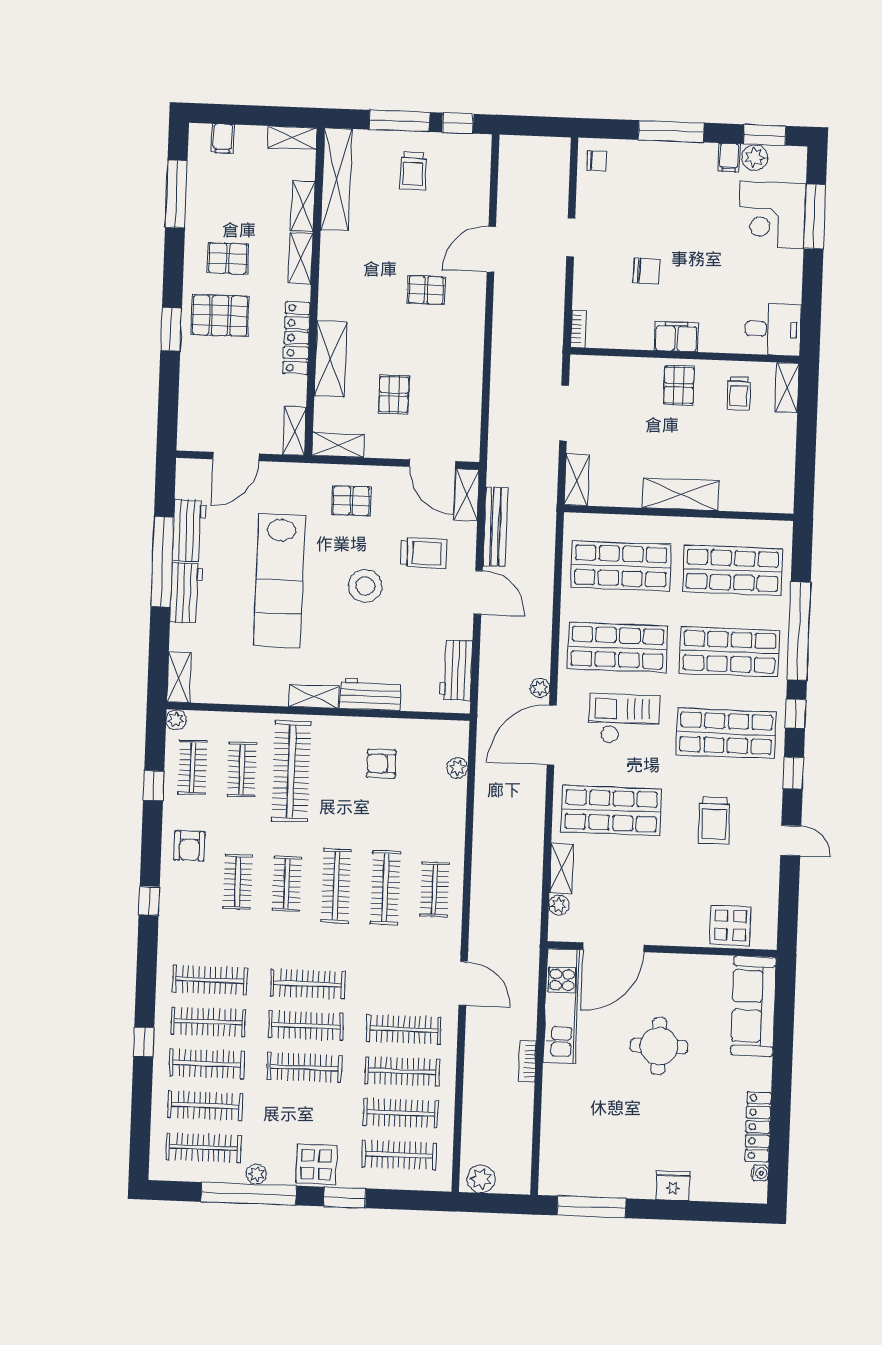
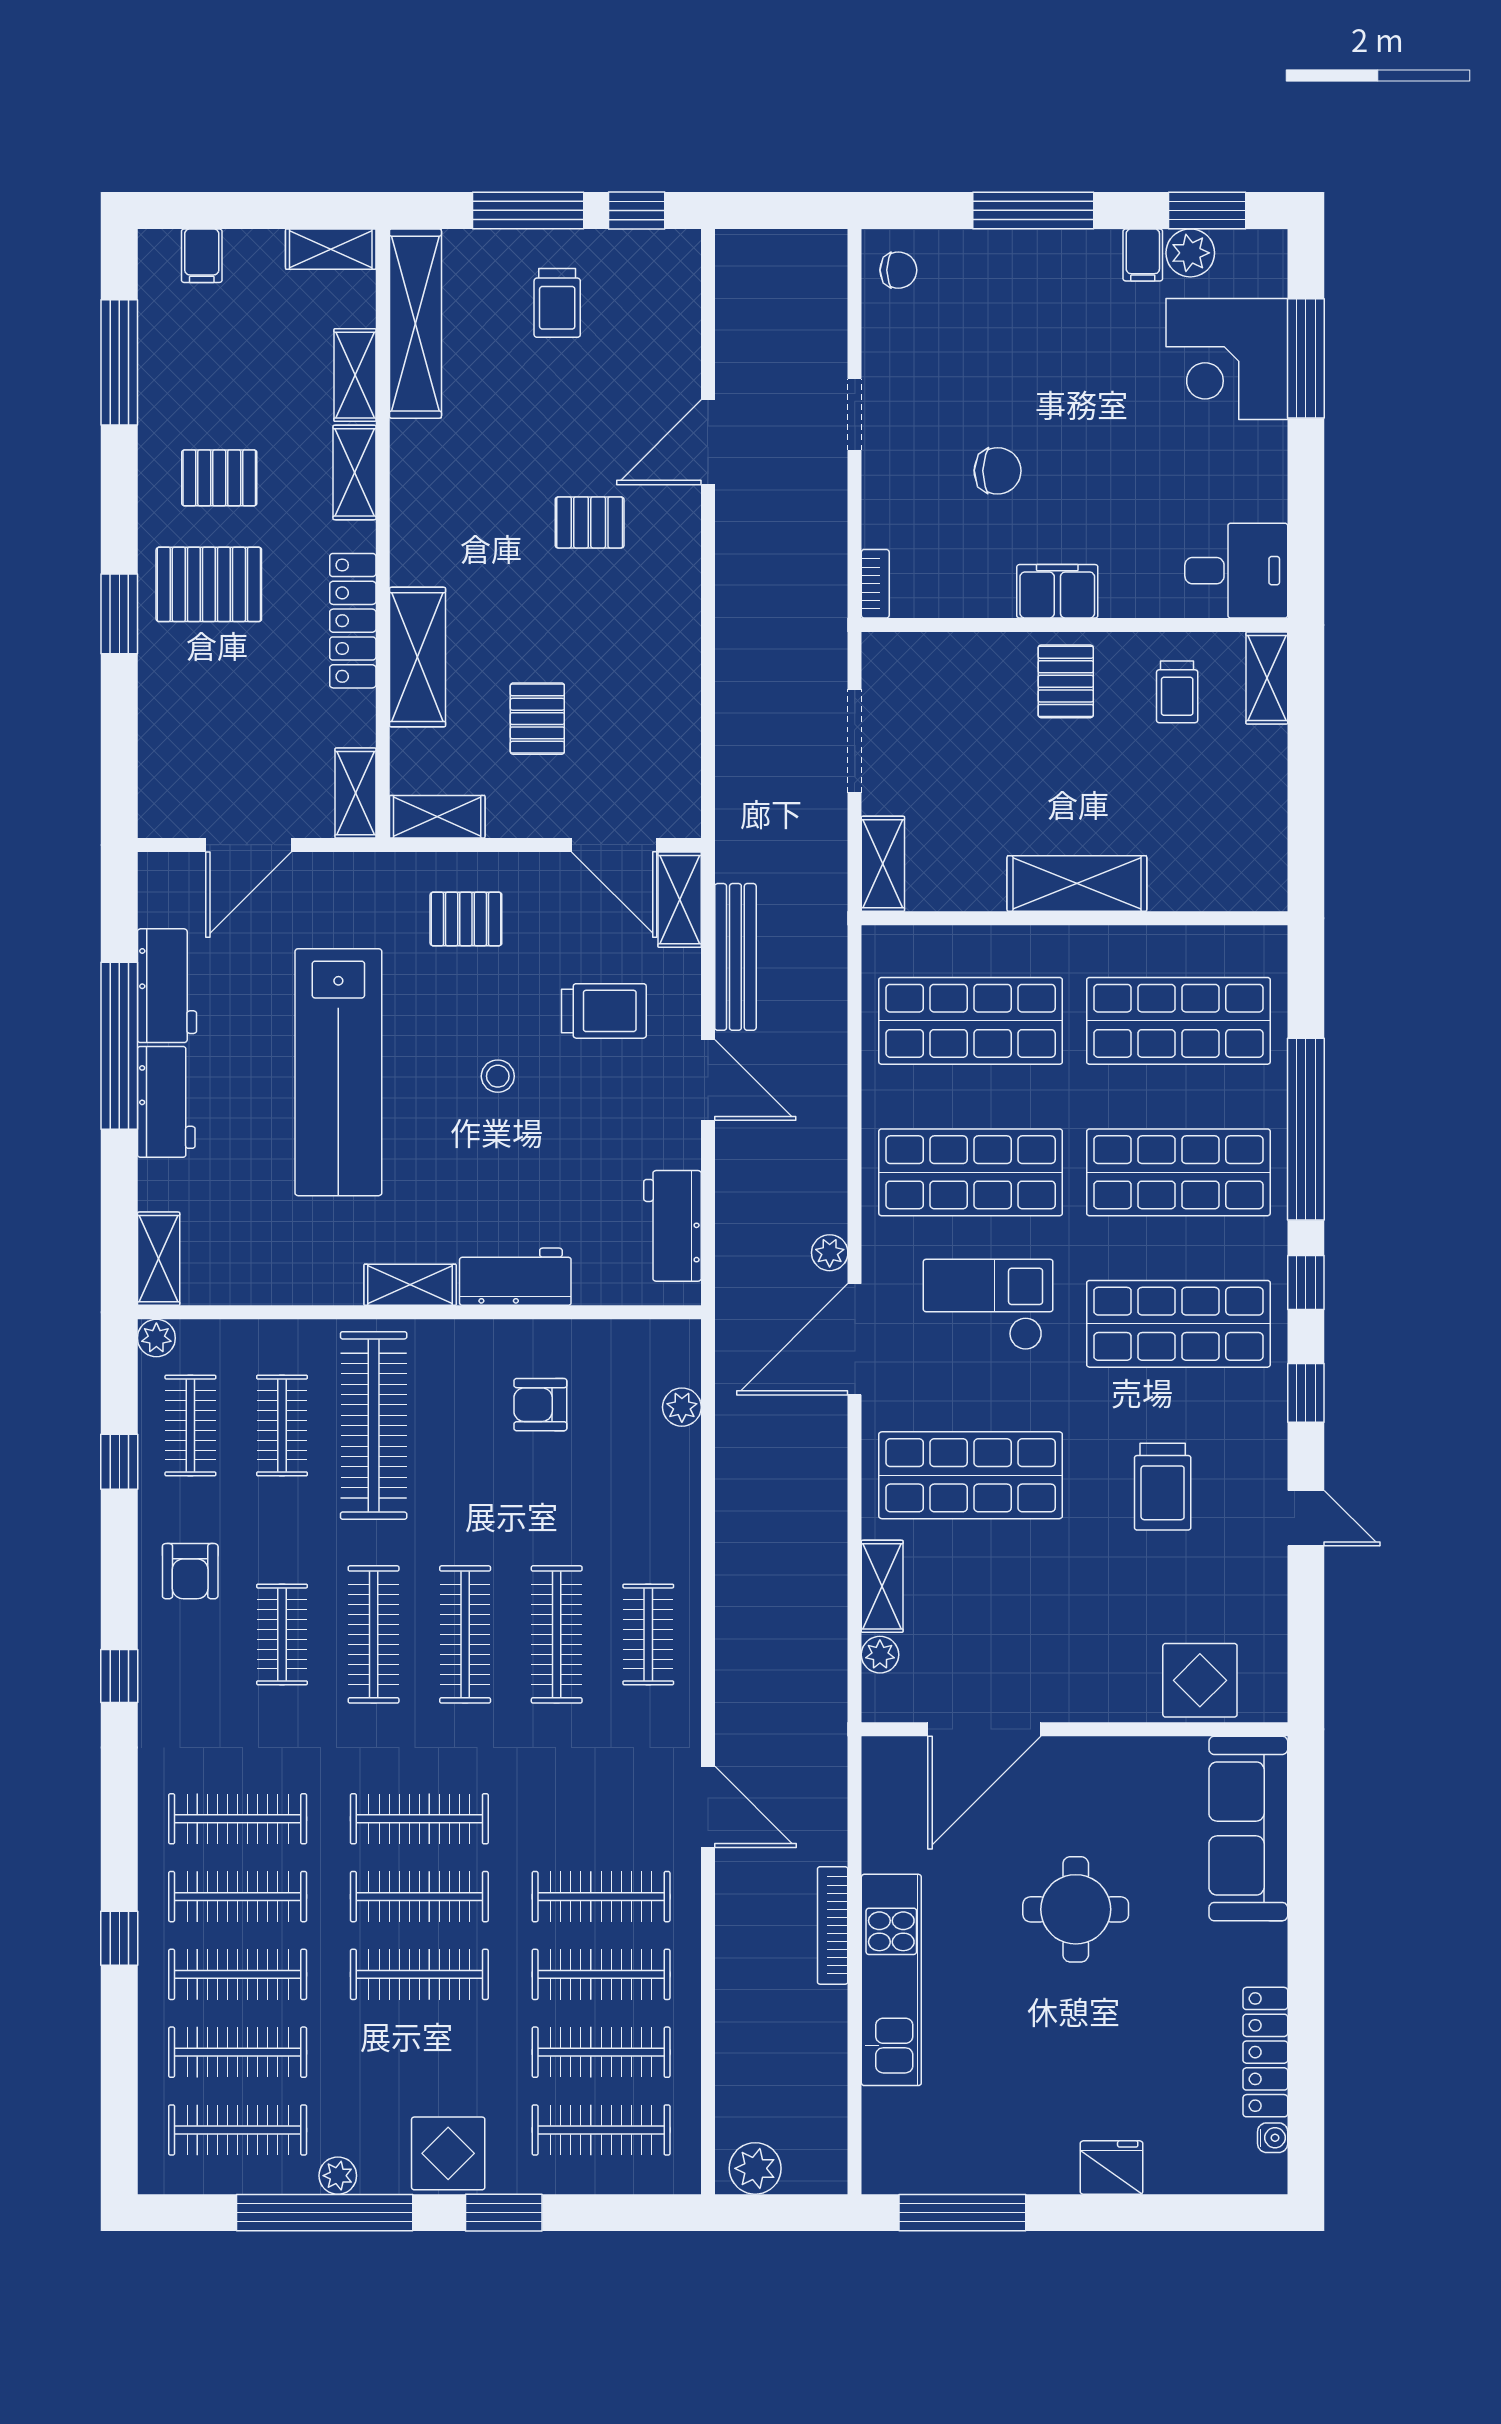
stool: (365, 586) -> (498, 1076), width x0.53, depth x0.53
clothes rail: (287, 884) -> (374, 1634), width x1.36
kitchen unit: (561, 1006) -> (891, 1980), moved
bookcase: (527, 1061) -> (833, 1925), width x1.56

